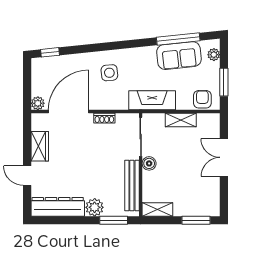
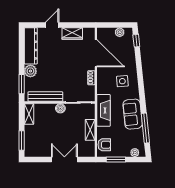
sofa: (179, 56) -> (133, 114), moved
plant: (38, 103) -> (120, 32), moved

